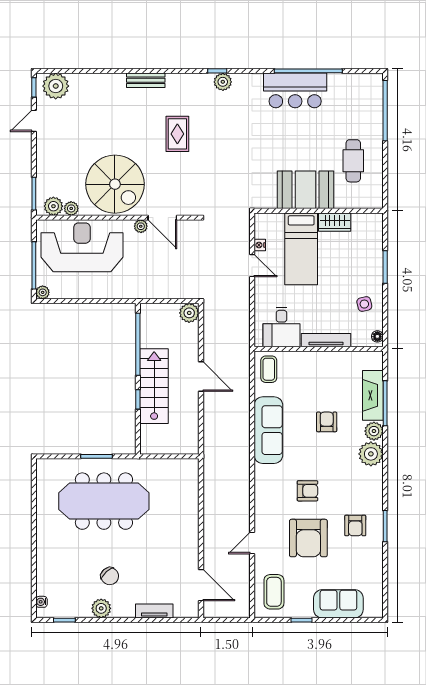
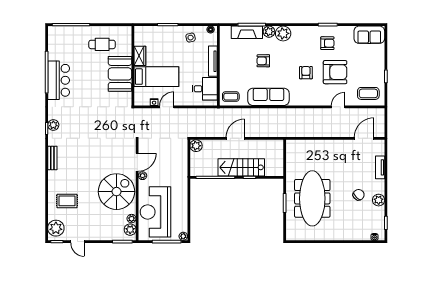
bench: (146, 80) -> (52, 158), moved
rug: (177, 134) -> (67, 201), moved
door: (252, 543) -> (338, 107), swing flipped
sofa: (338, 604) -> (369, 35), moved, turned -90

